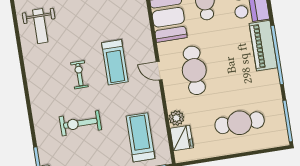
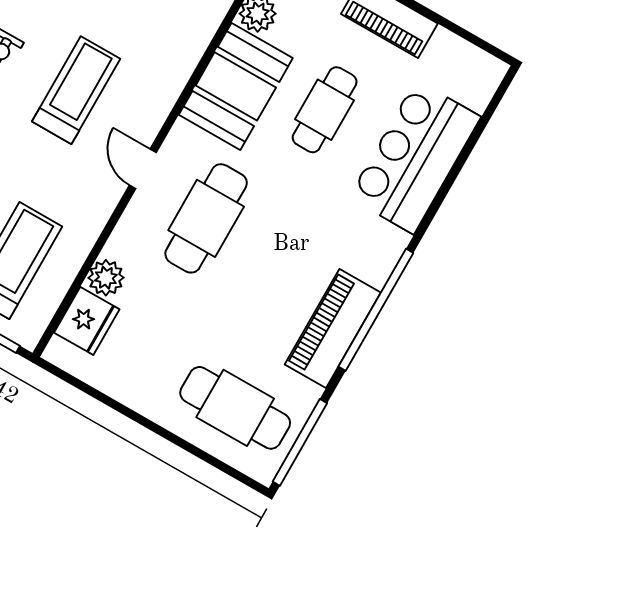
piano: (263, 46) -> (333, 328), moved
treadmill: (115, 62) -> (76, 90), turned 180
cafe table: (240, 123) -> (235, 408), moved

